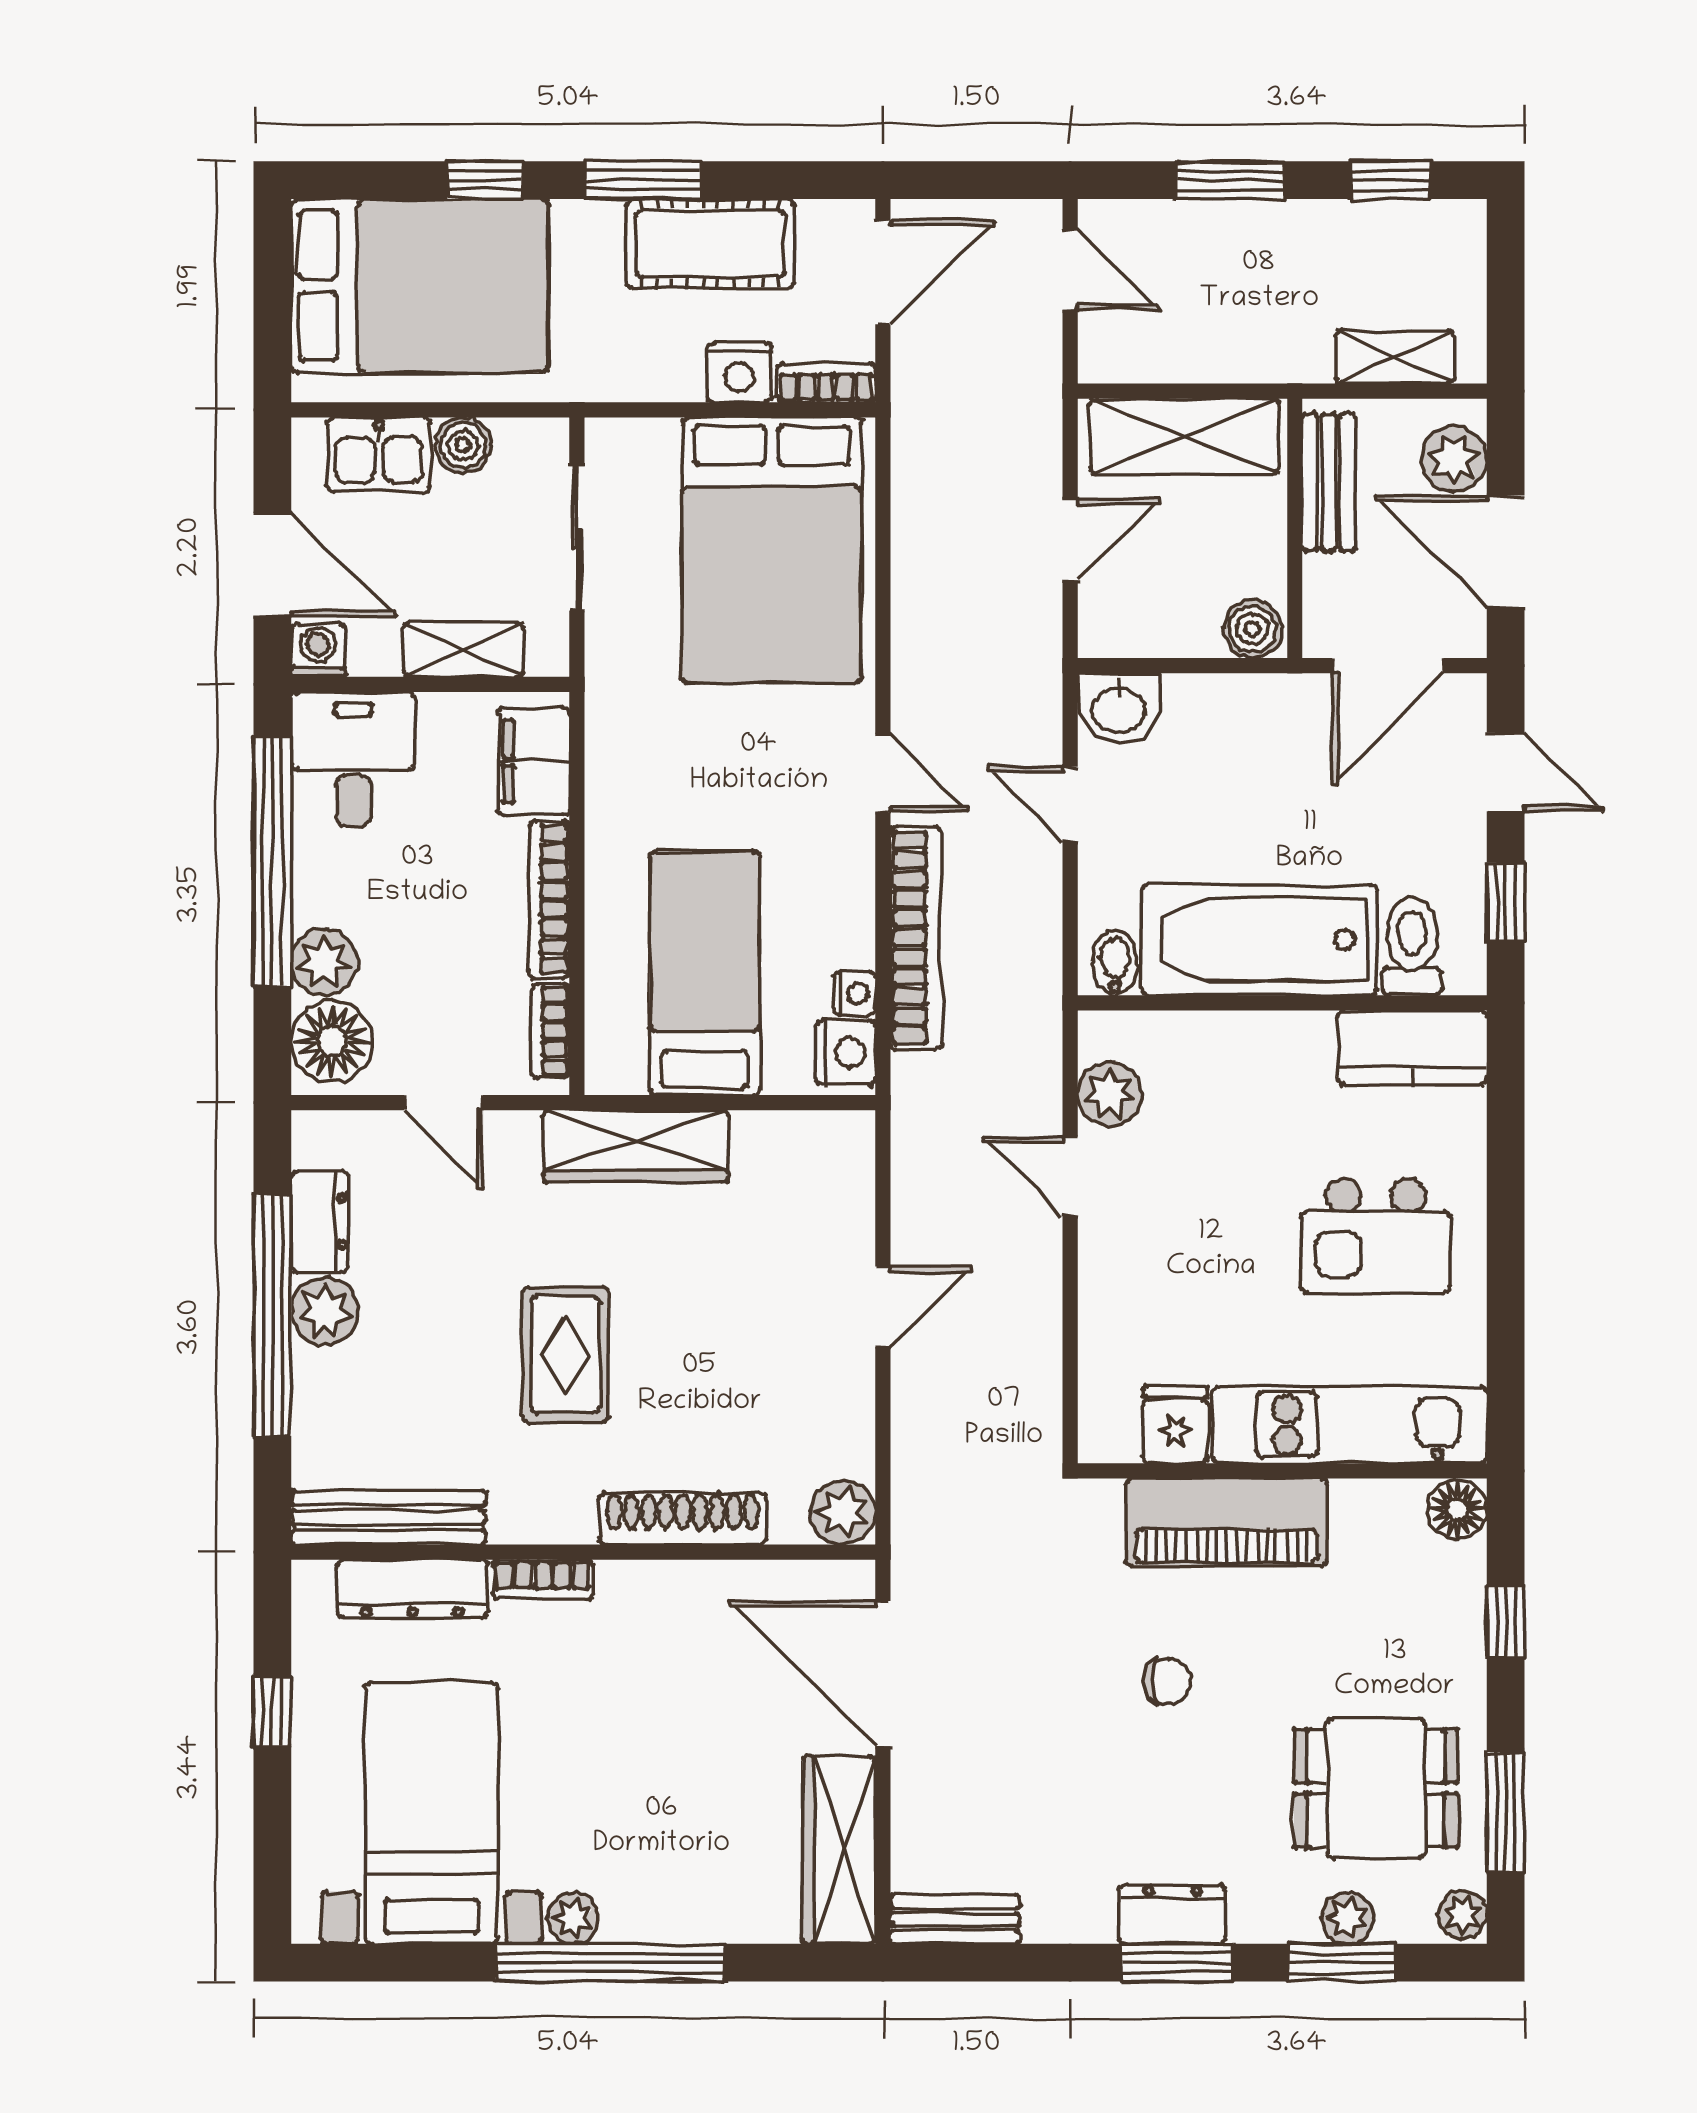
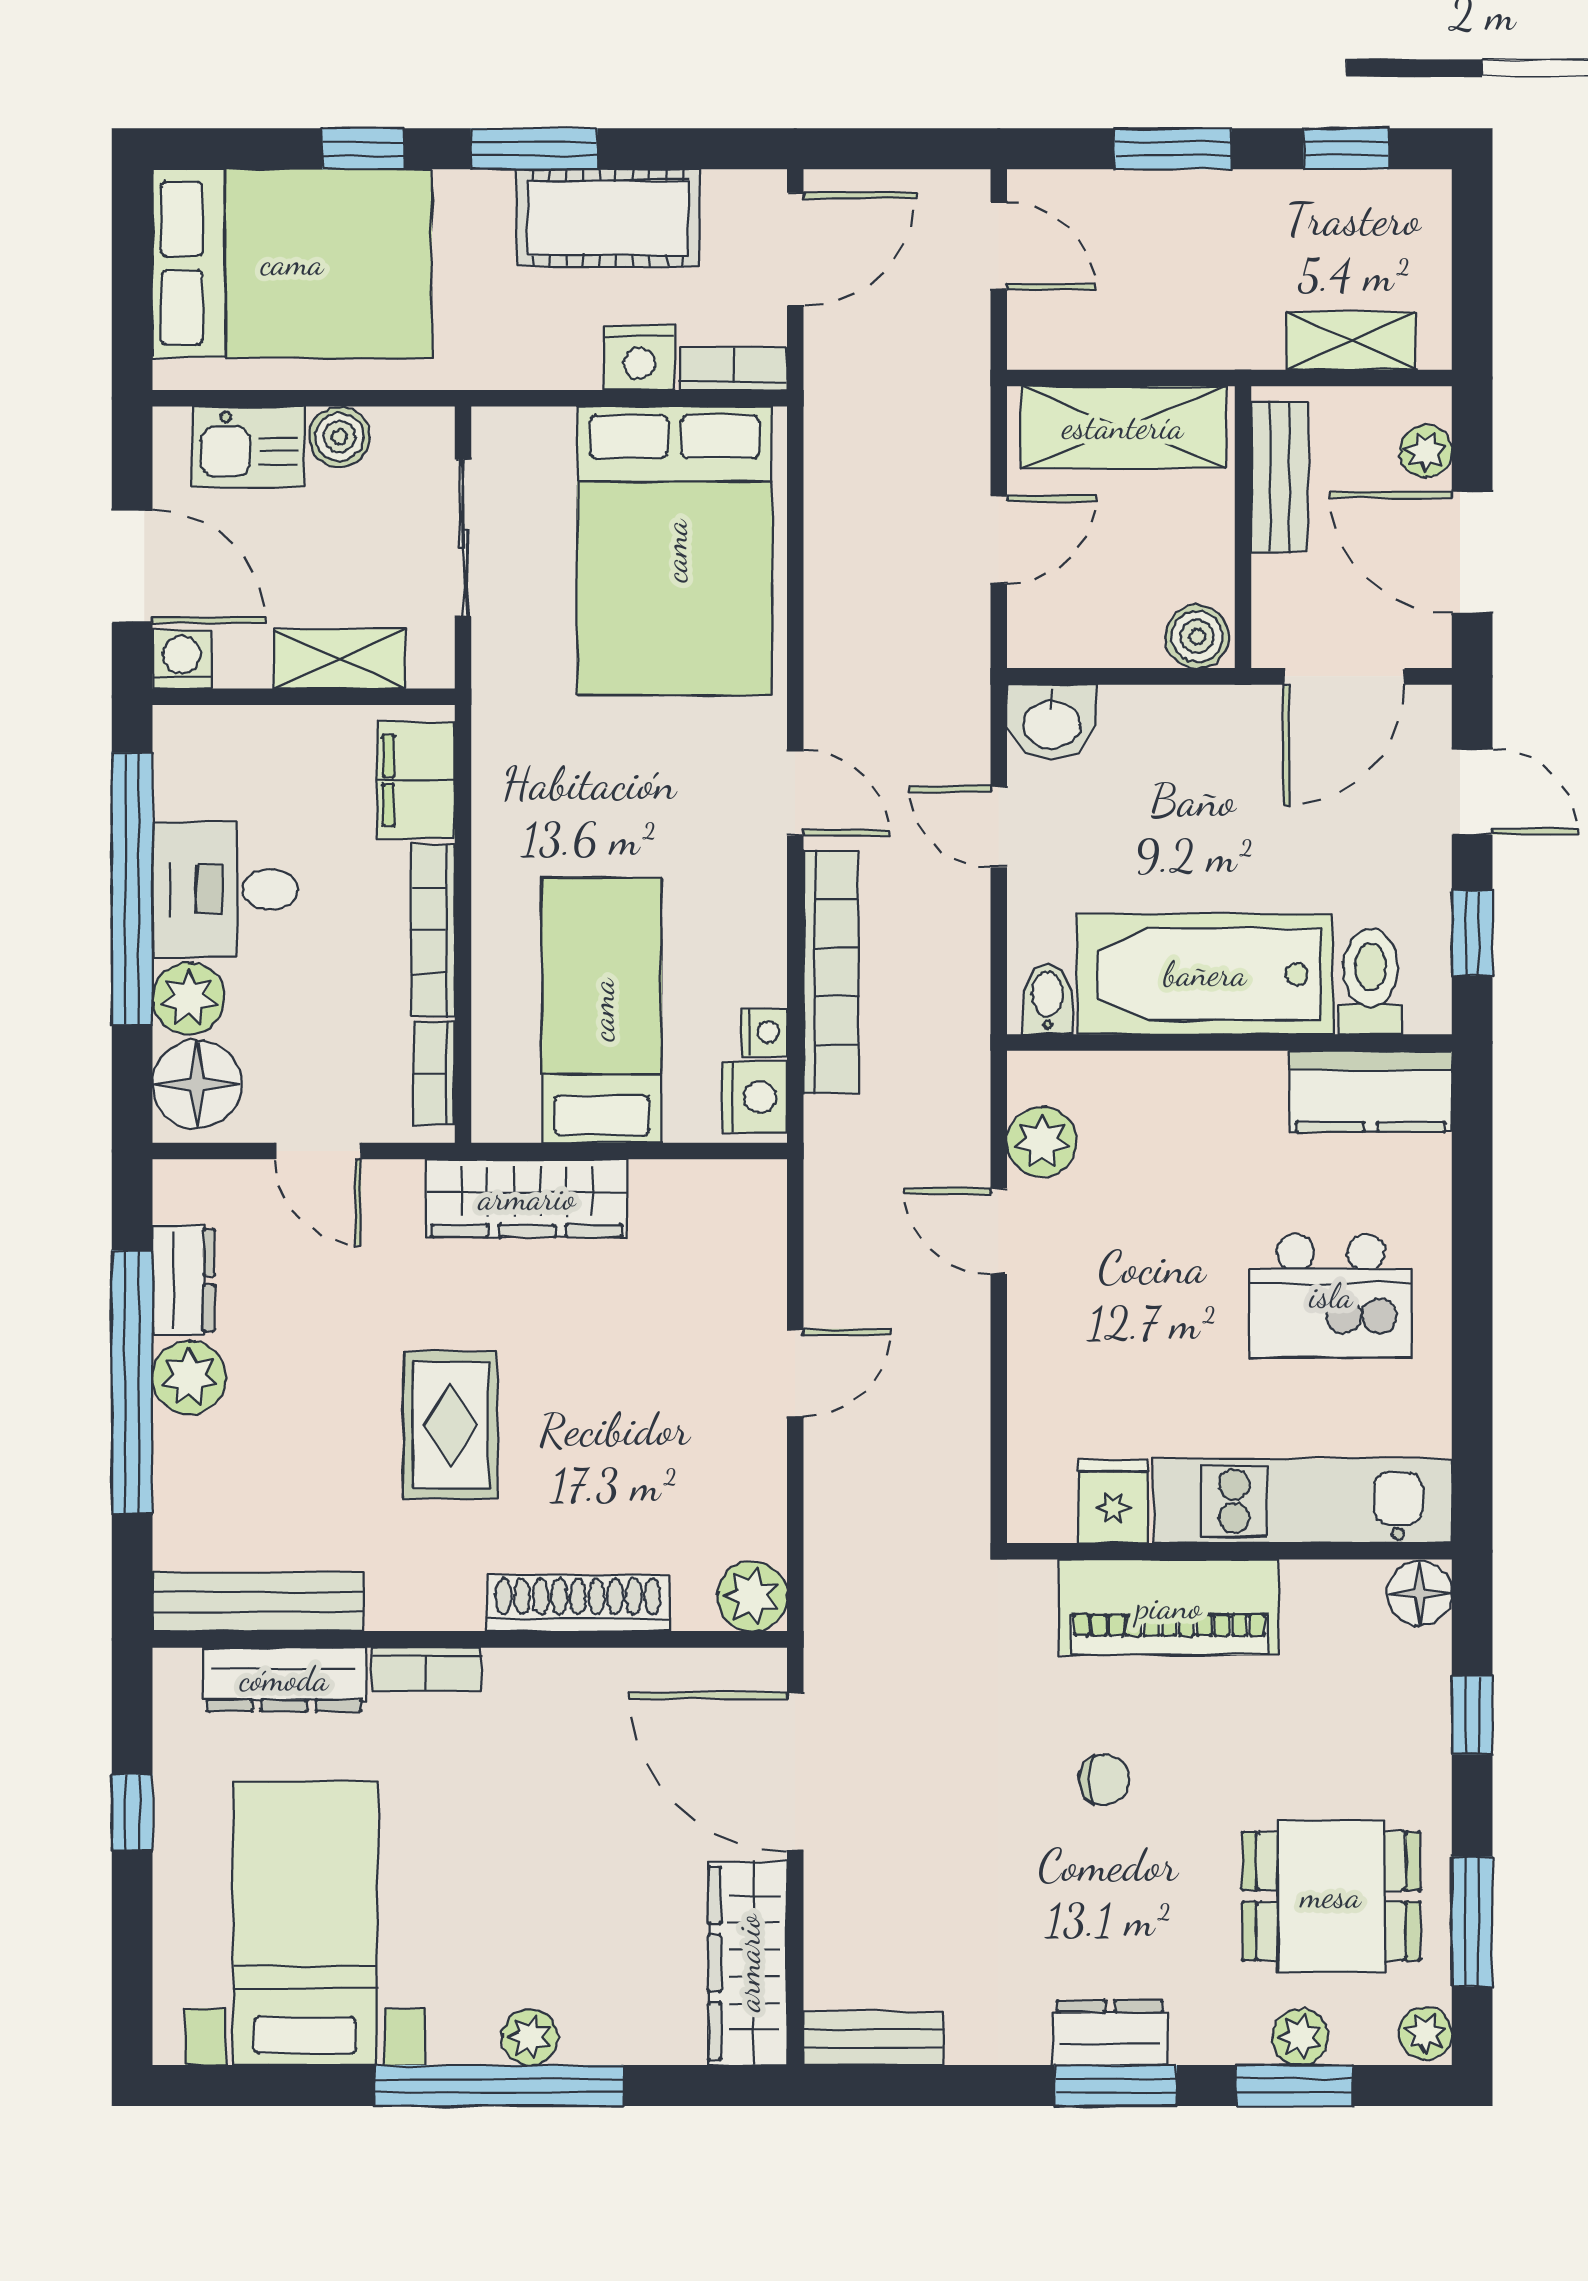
plant: (1454, 459) -> (1426, 452), width x0.73, depth x0.73
desk: (353, 759) -> (225, 889), moved, turned -90
plant: (573, 1918) -> (530, 2037), moved

